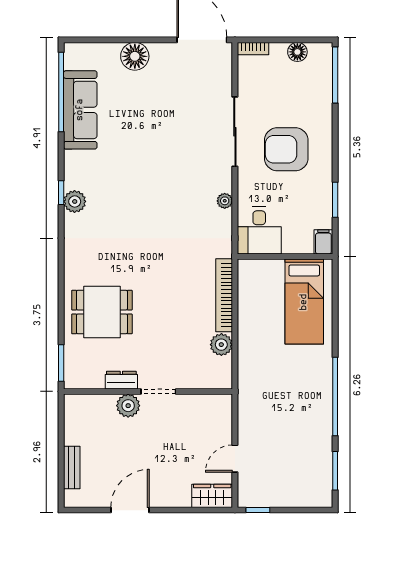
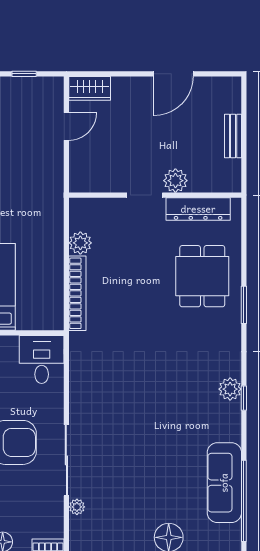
plant: (225, 201) -> (77, 507), moved
dining table: (102, 312) -> (202, 276), turned 90
window: (61, 363) -> (244, 305), moved
dresser: (121, 380) -> (198, 209), width x1.96, depth x1.24
bench: (72, 468) -> (233, 136), moved
window: (258, 510) -> (24, 74), moved

